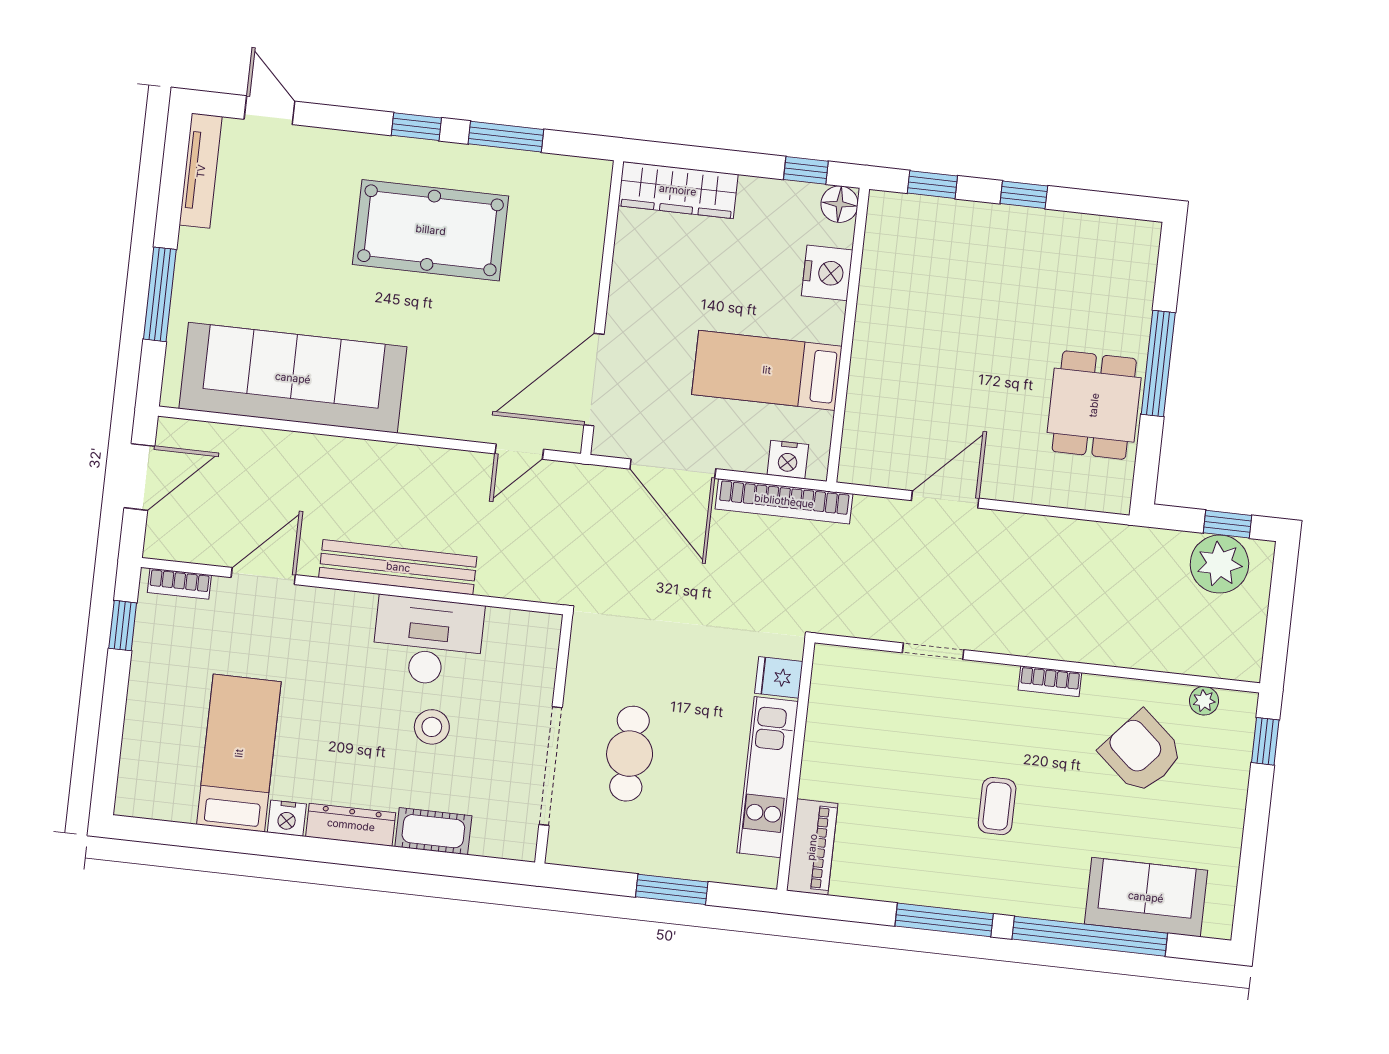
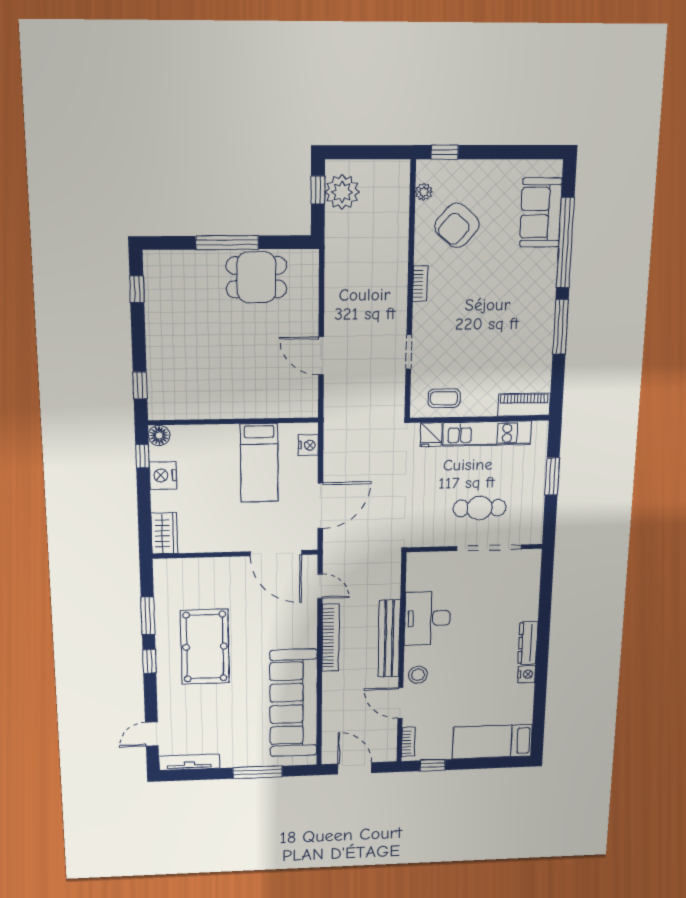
wardrobe: (678, 190) -> (164, 533), width x0.67
window: (1024, 195) -> (137, 289), moved
nightstand: (827, 273) -> (163, 475), moved, turned -90
bookcase: (784, 501) -> (331, 638), moved
stool: (432, 727) -> (418, 675), moved
bed: (239, 753) -> (492, 742), moved
coffee table: (997, 806) -> (444, 398), moved
cot: (433, 831) -> (529, 602), removed

